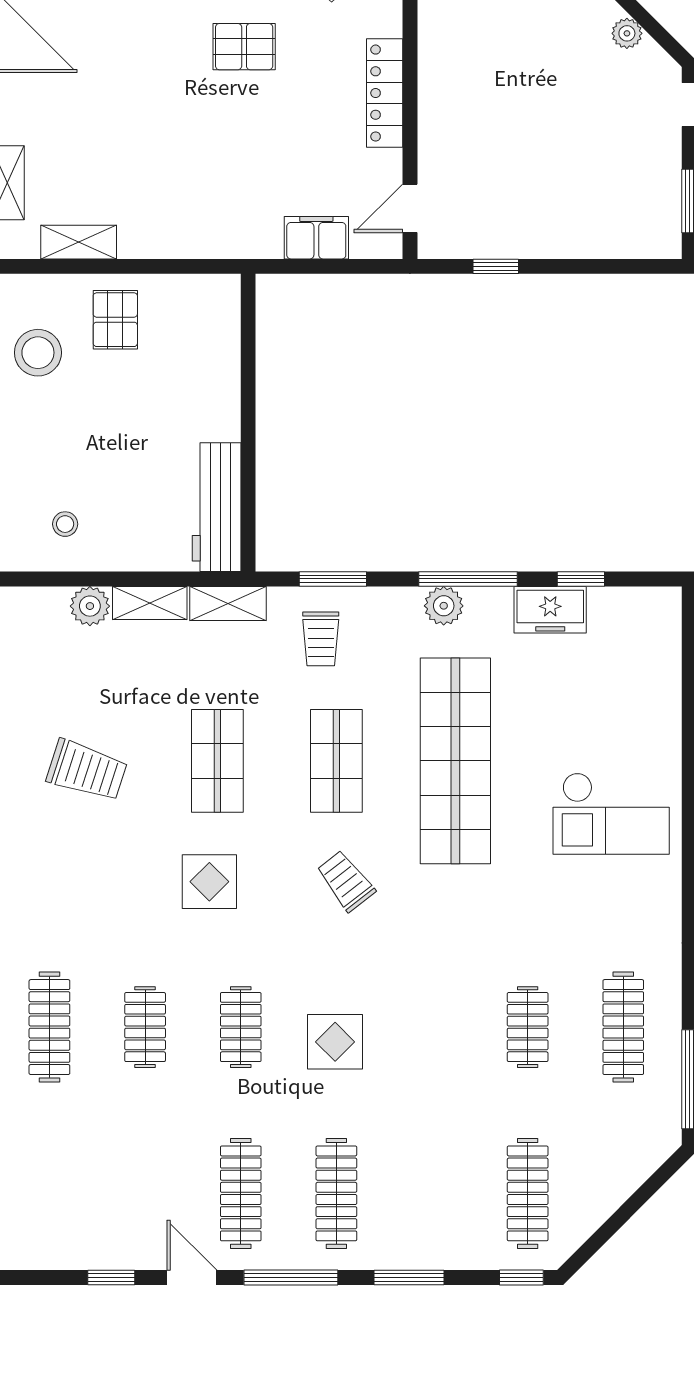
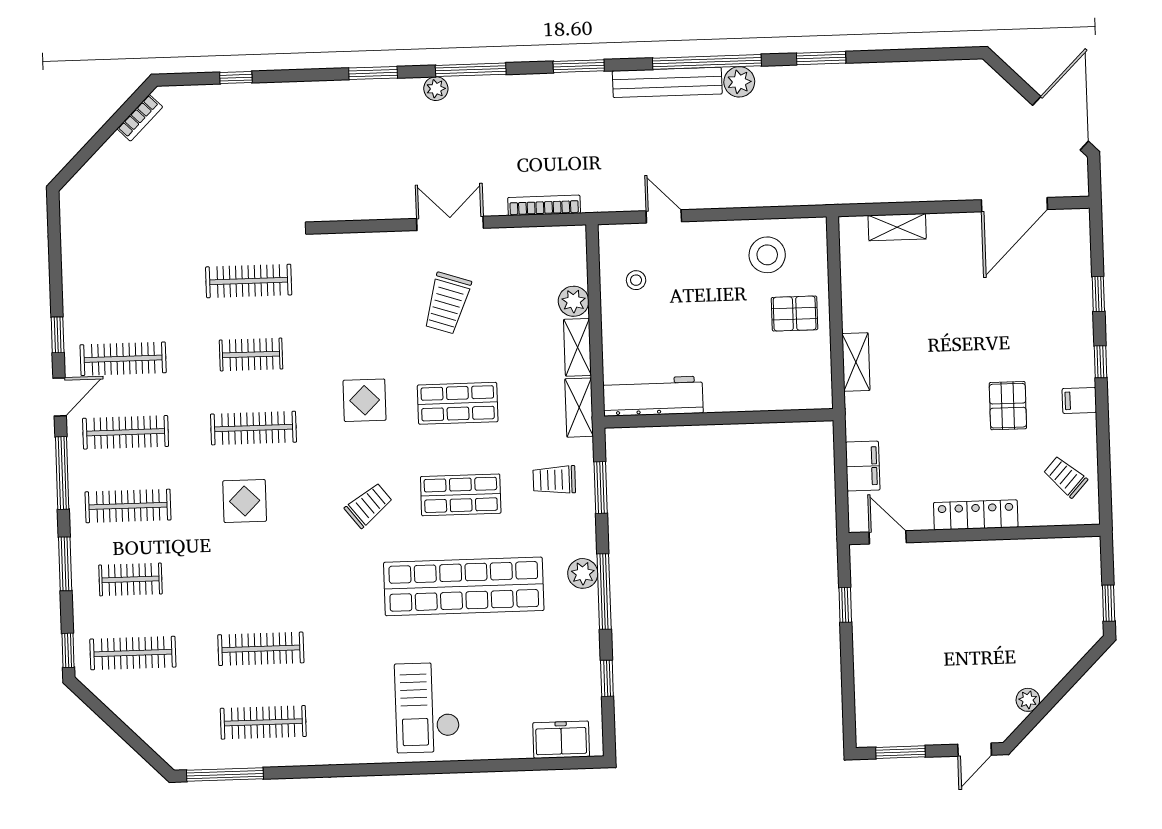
shelving: (79, 242) -> (856, 362), moved
freezer: (550, 610) -> (561, 740), moved, turned 90
clothes rail: (241, 1027) -> (254, 428), width x1.36
clothes rail: (528, 1027) -> (261, 649), width x1.36
clothes rail: (145, 1193) -> (123, 359), added
clothes rail: (432, 1193) -> (130, 579), added

